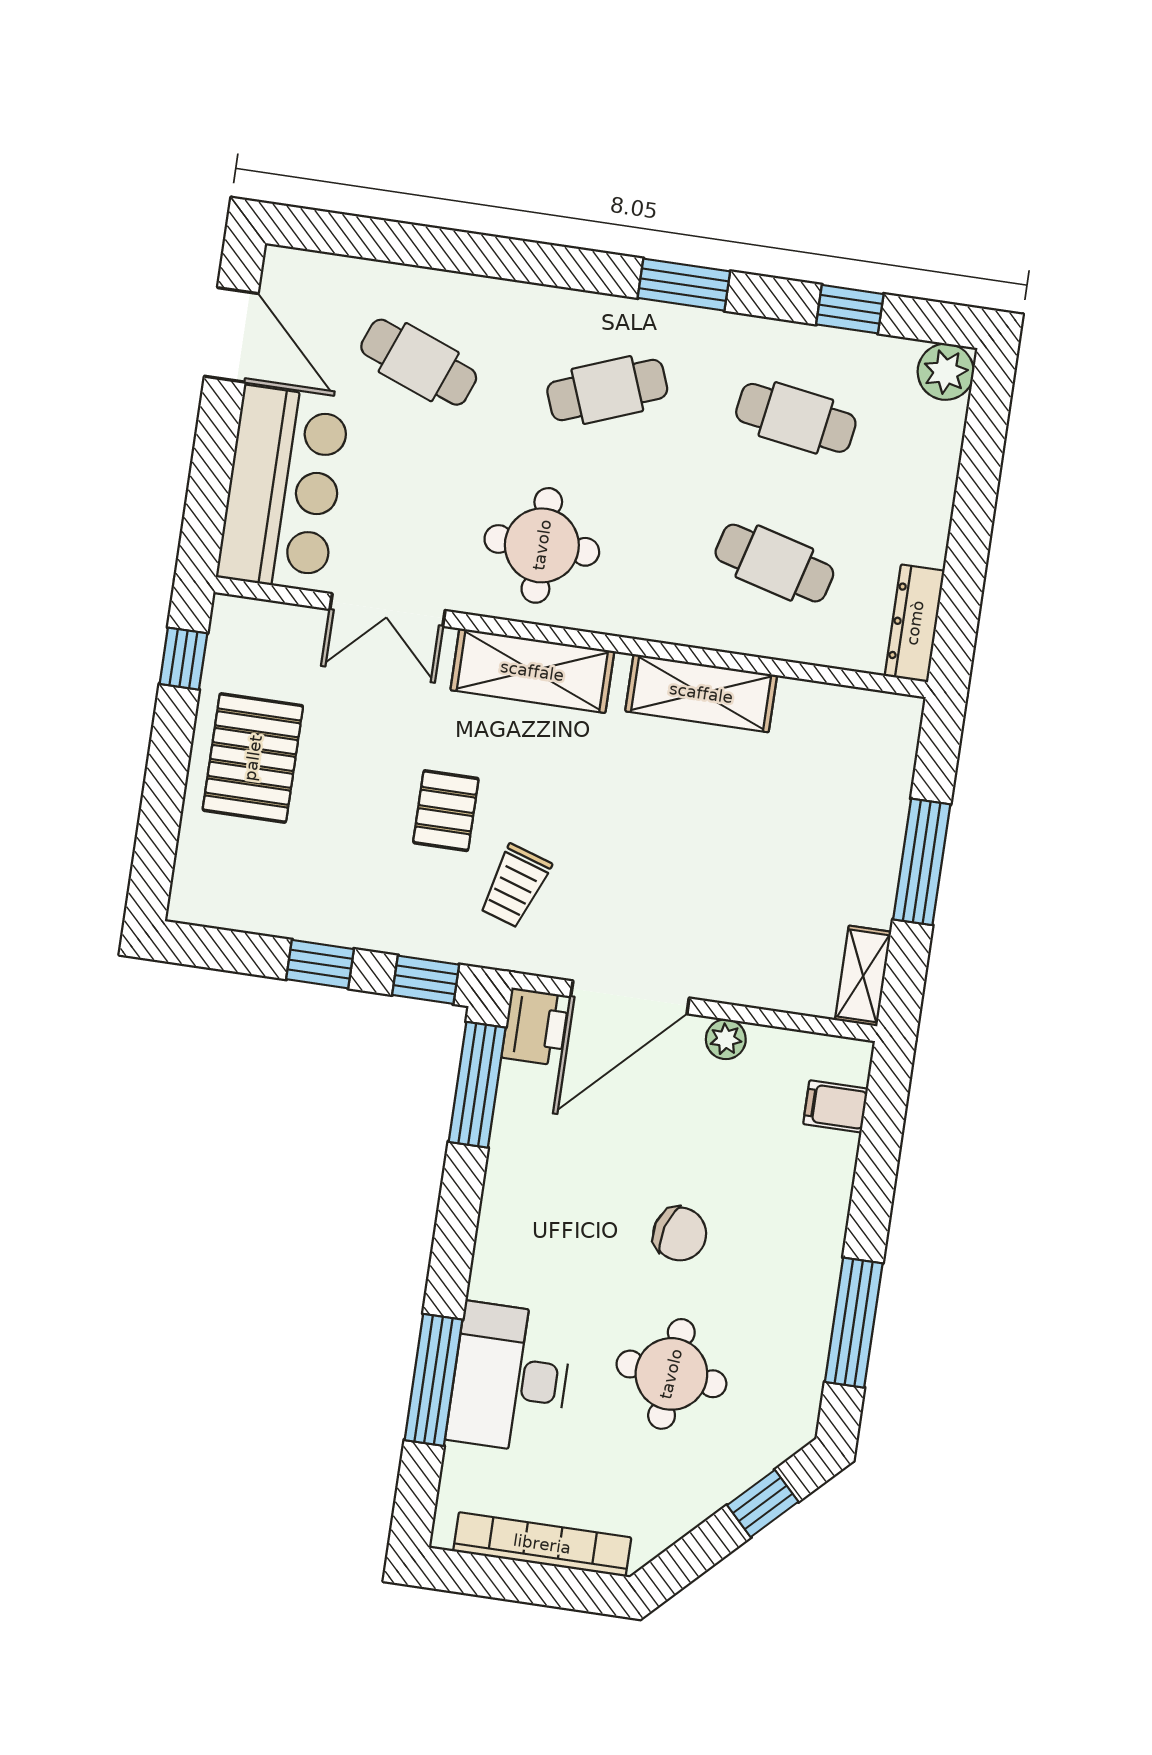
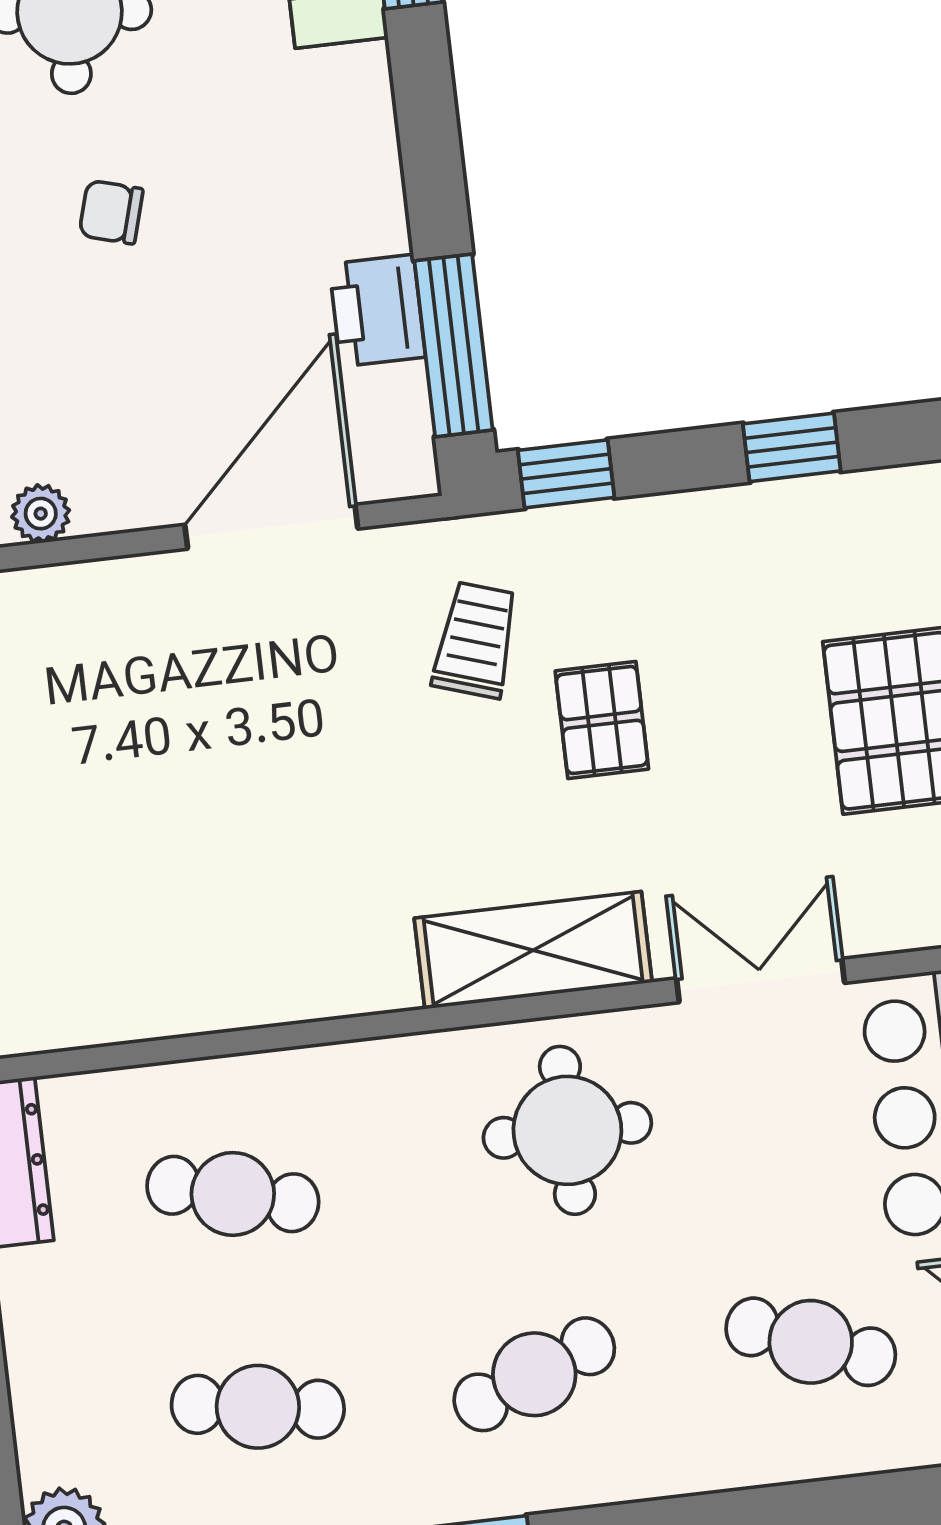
shelving: (701, 693) -> (287, 983), removed
window: (320, 964) -> (792, 447), moved
printer: (535, 1027) -> (377, 311), moved
plant: (726, 1039) -> (41, 514), moved
chair: (680, 1234) -> (111, 212), width x0.73, depth x0.73

